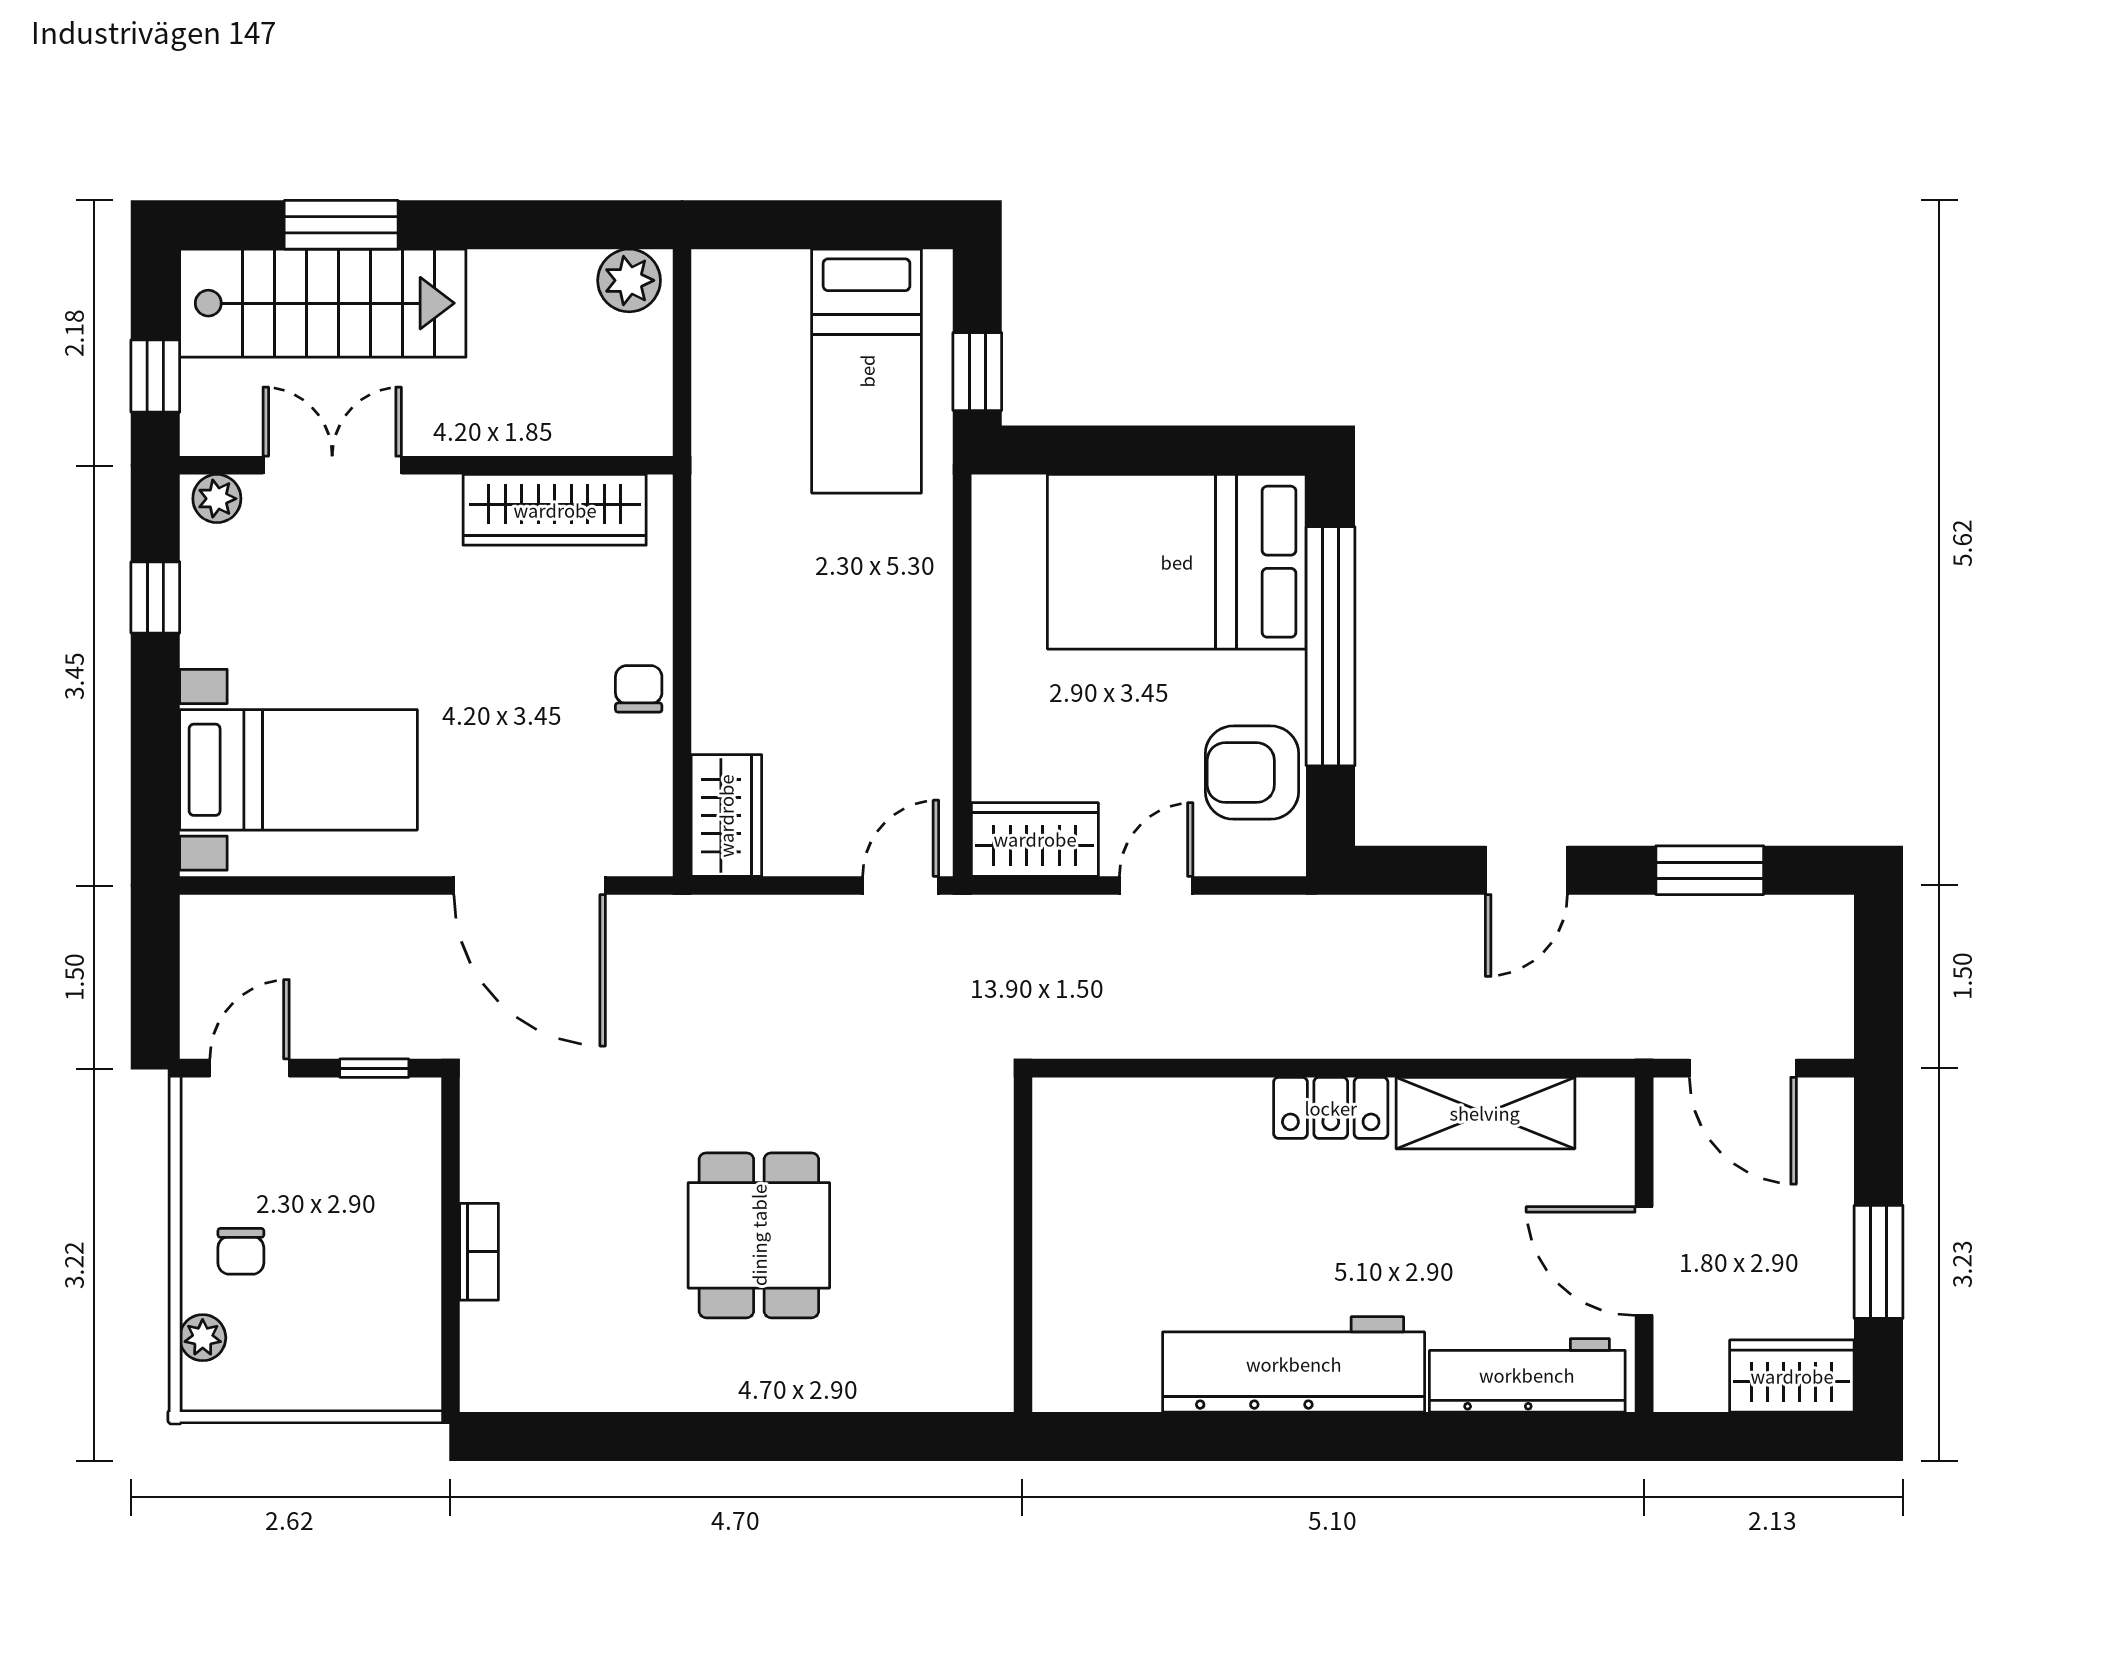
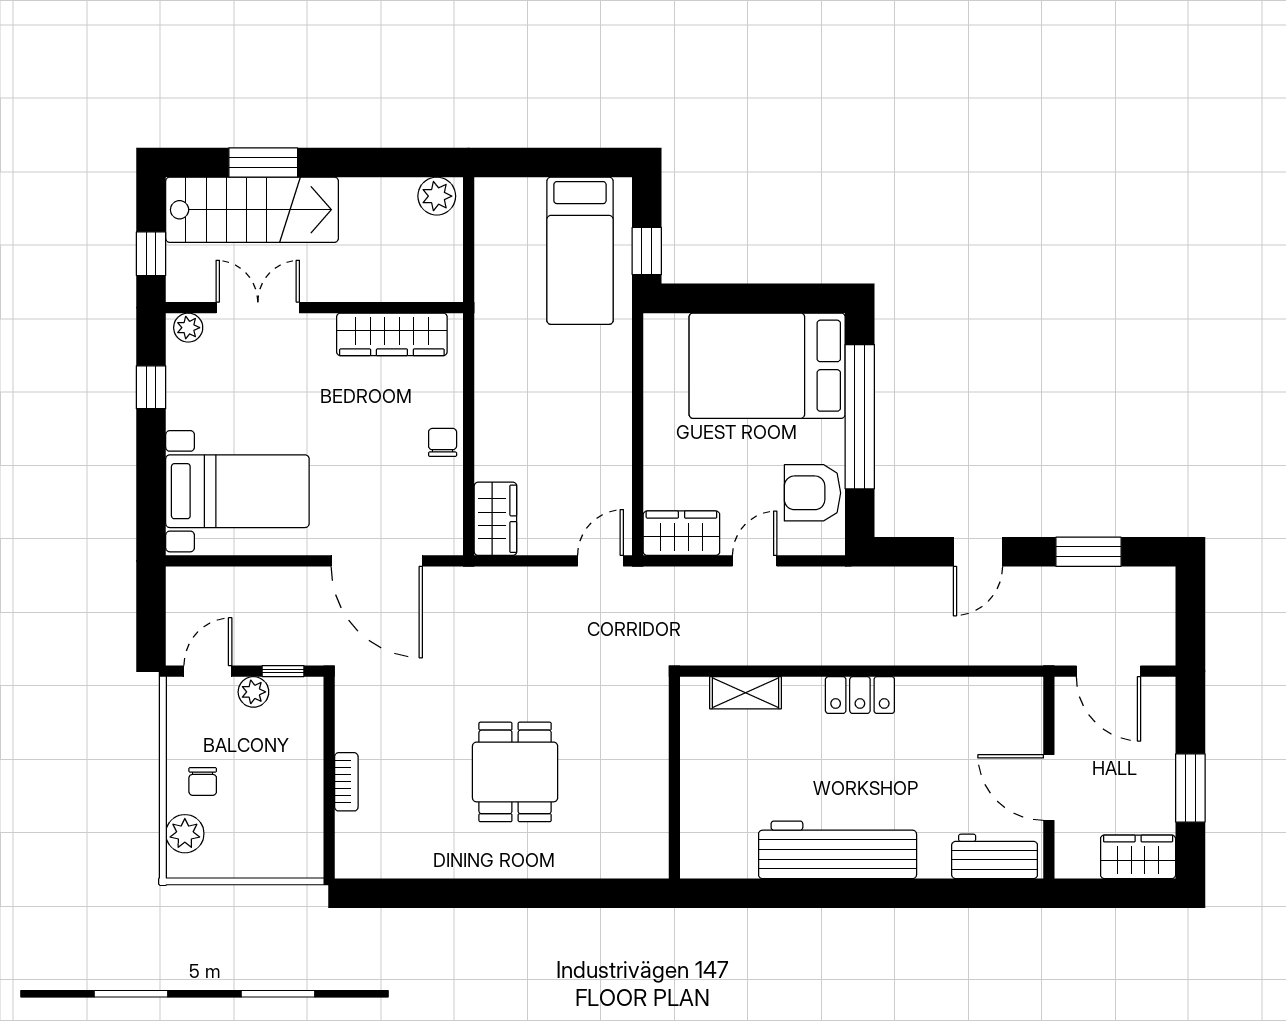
plant: (325, 1103) -> (253, 692), added
shelving: (1485, 1113) -> (745, 693), moved, width x0.67, depth x0.75
plant: (203, 1338) -> (185, 834), width x1.38, depth x1.38
workbench: (1527, 1375) -> (995, 856), width x0.73

